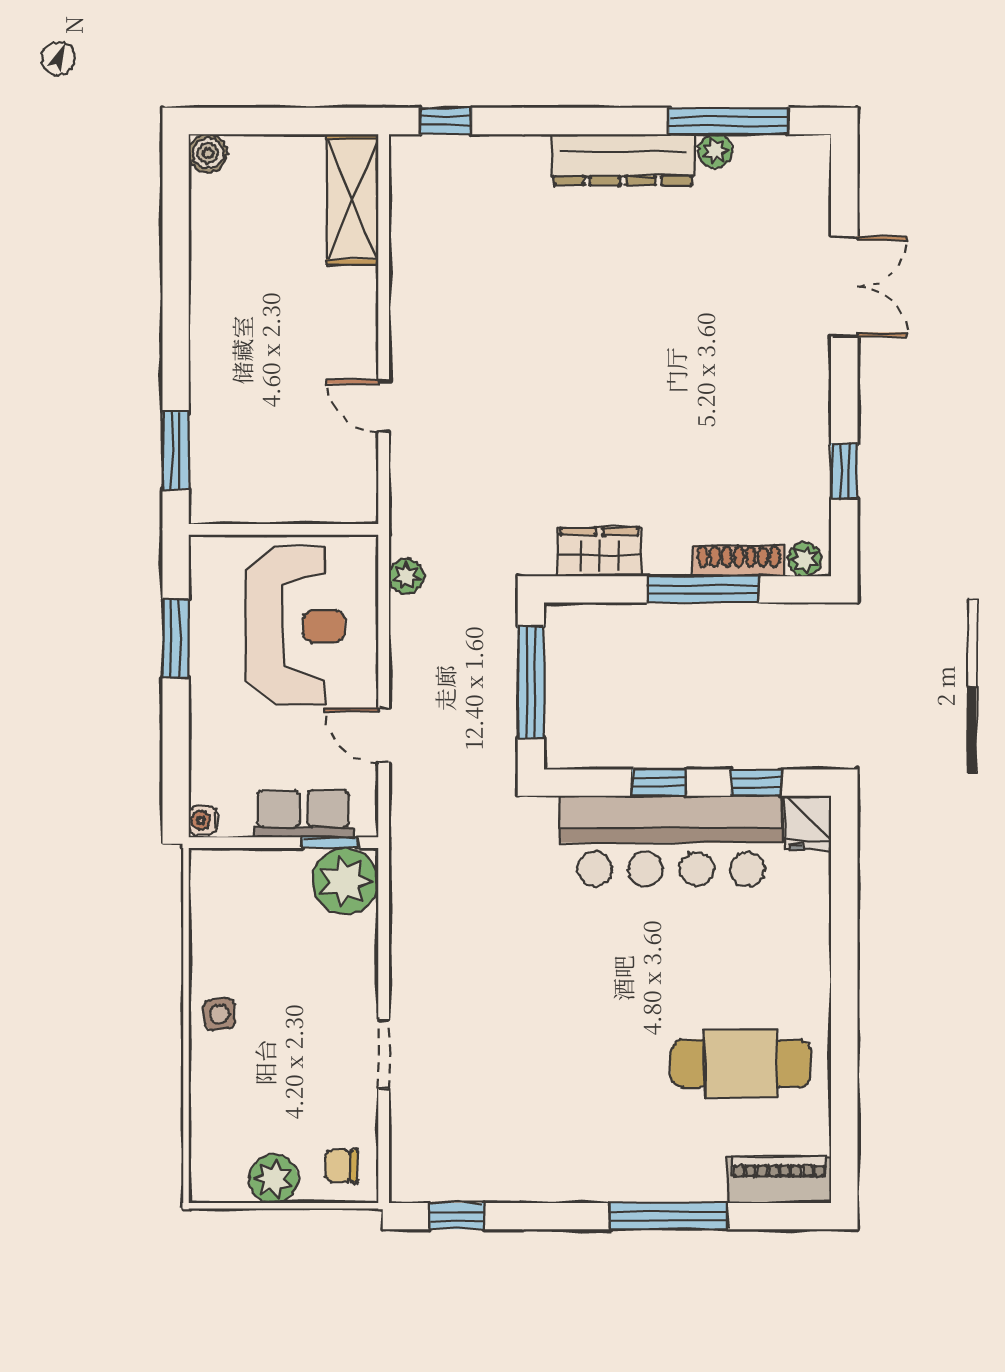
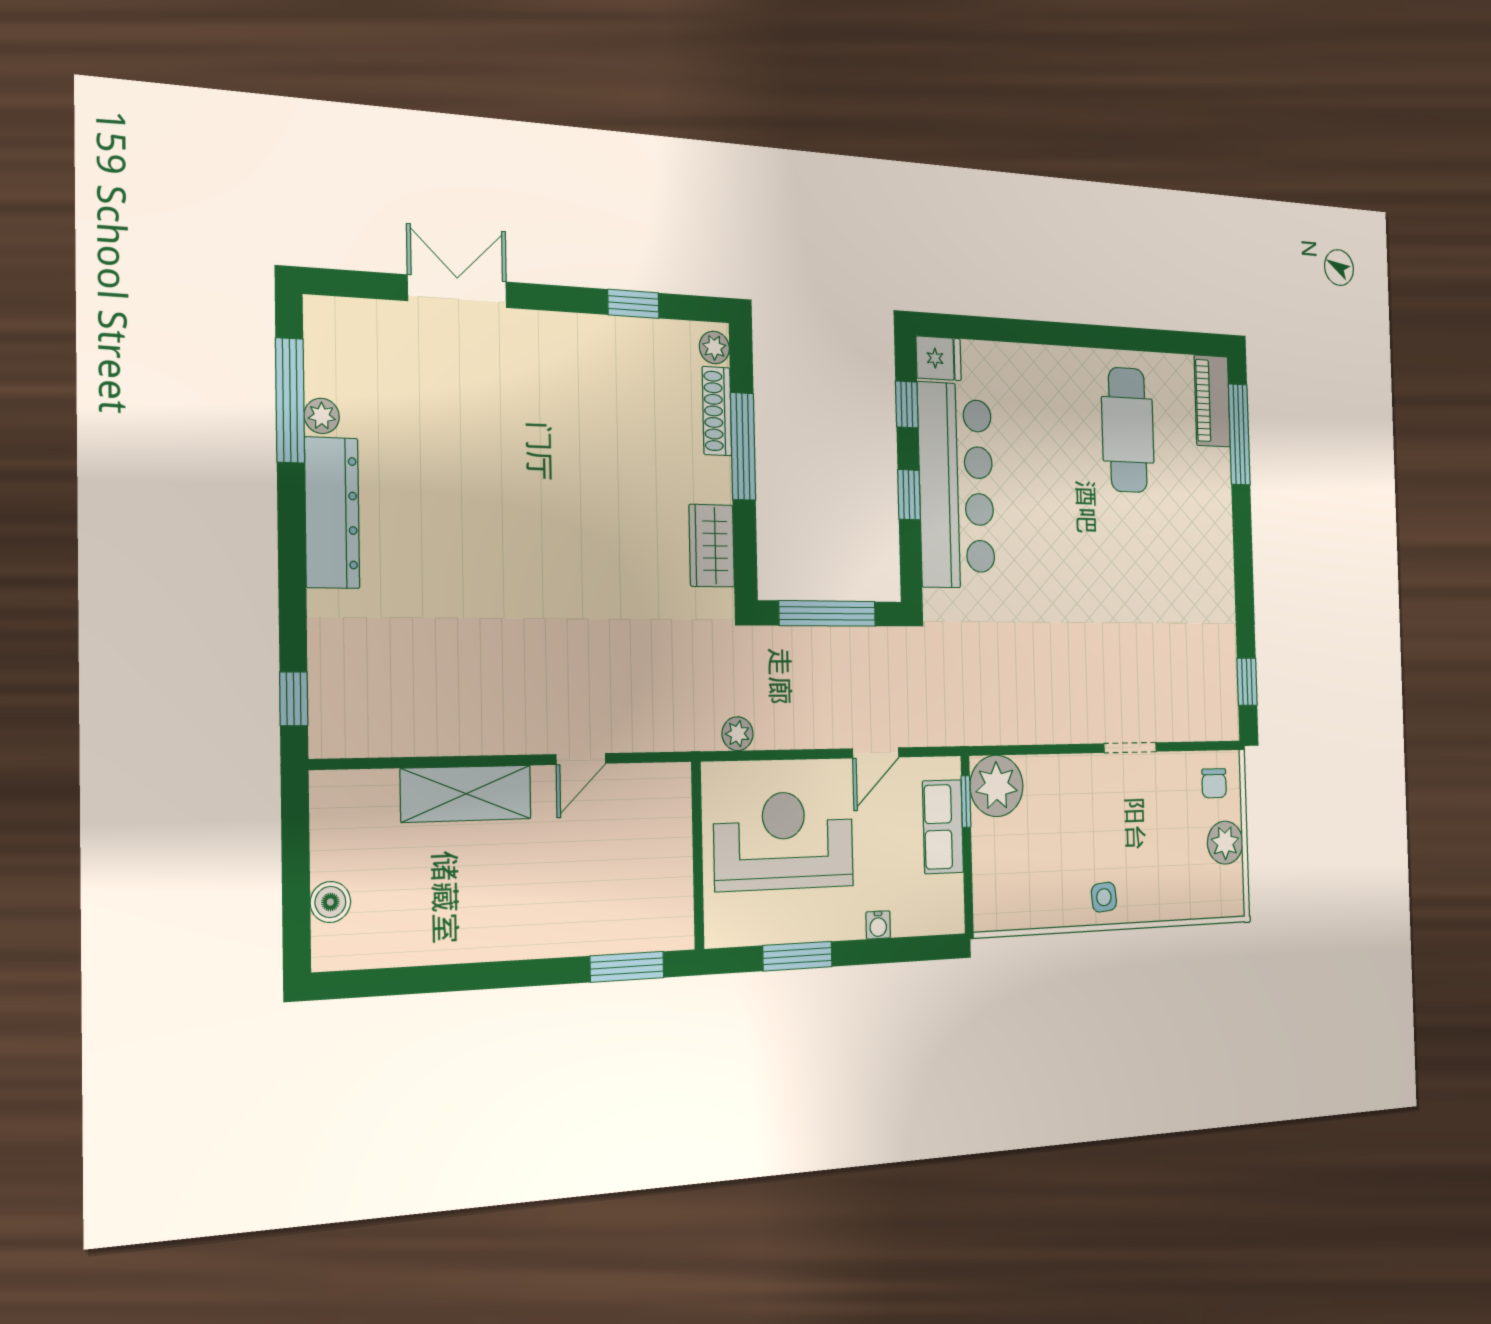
boiler: (208, 153) -> (330, 902), moved
shelving: (352, 199) -> (466, 794), moved
water cooler: (203, 820) -> (878, 925), moved
window: (669, 1216) -> (1239, 434), moved

